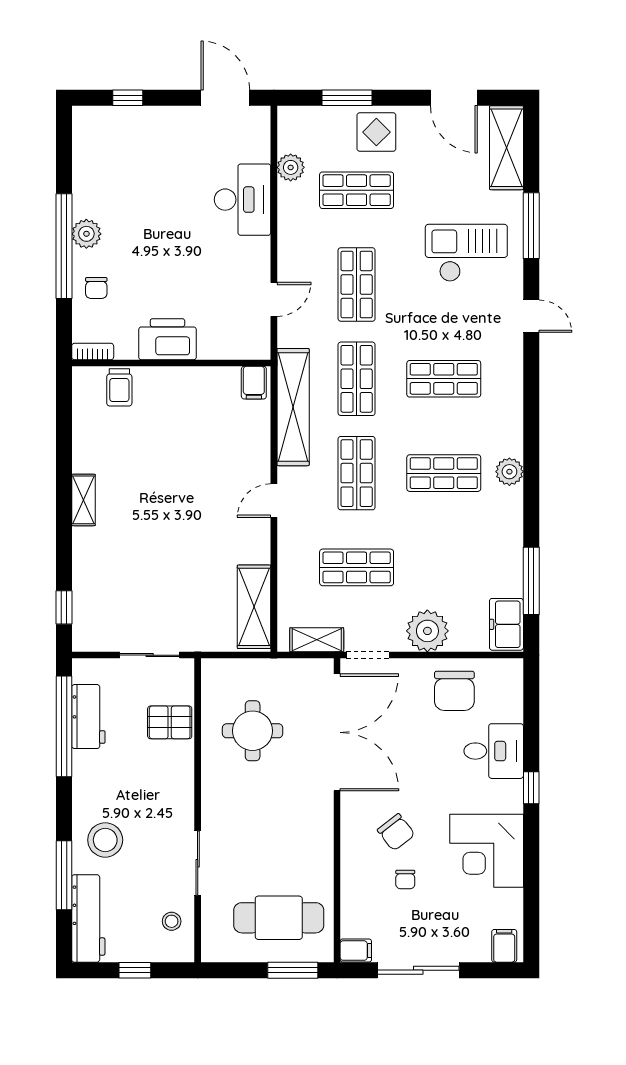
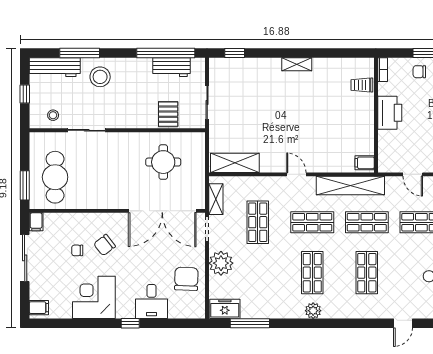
chair: (454, 691) -> (186, 279), turned 92

